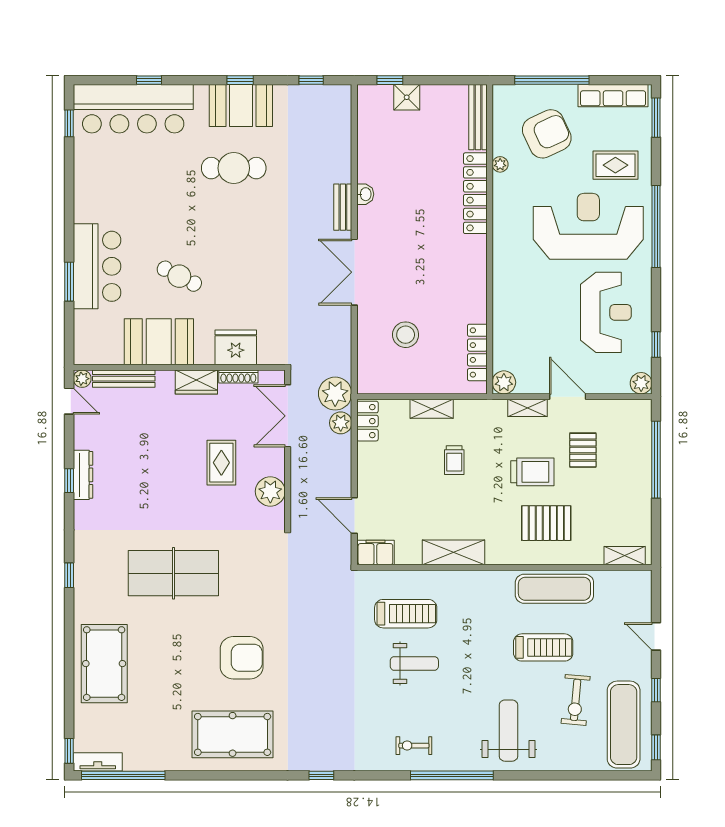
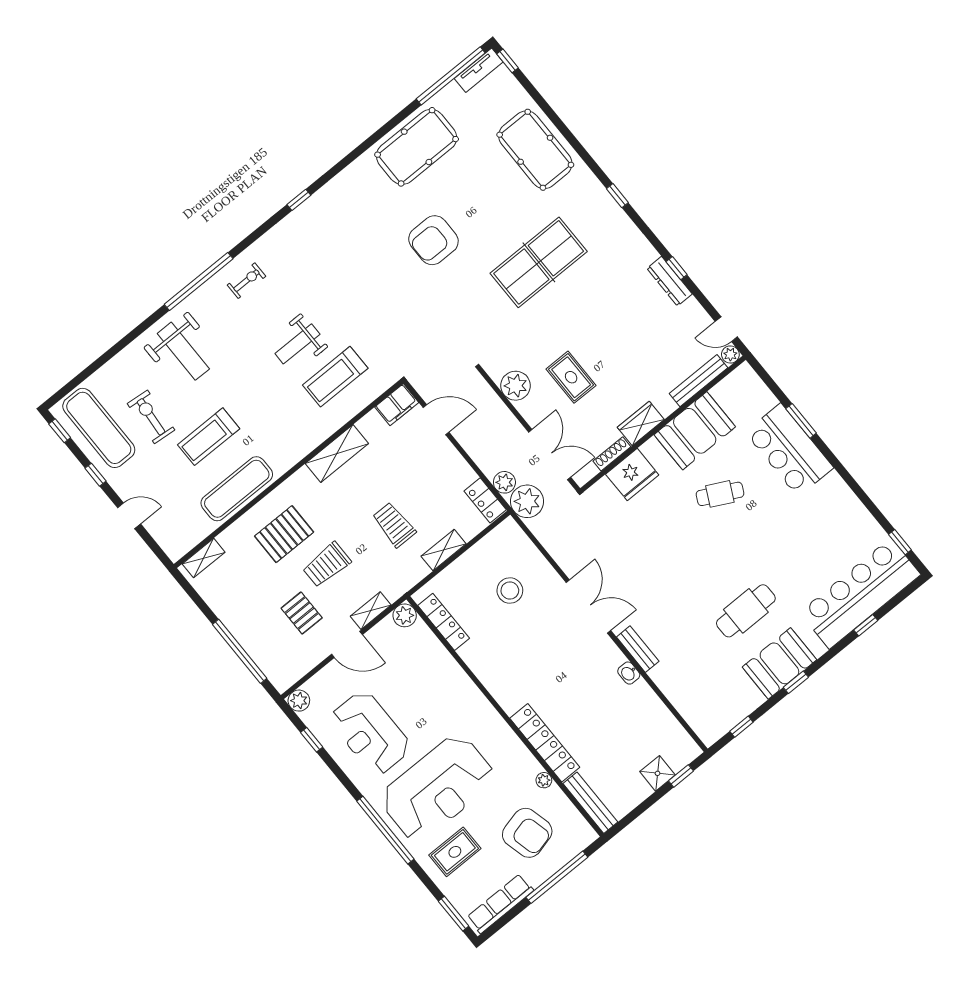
armchair: (547, 134) -> (527, 833), turned -79
trolley: (454, 460) -> (394, 525), width x1.36, depth x1.39
pool table: (233, 734) -> (417, 147), moved

